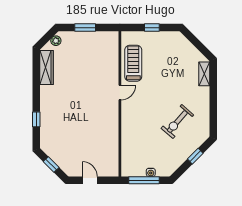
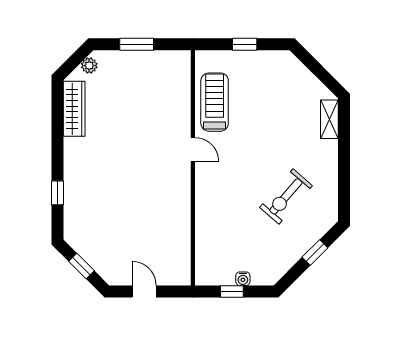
door: (120, 92) -> (193, 149), hinge flipped
window: (144, 180) -> (232, 292), width x0.46

